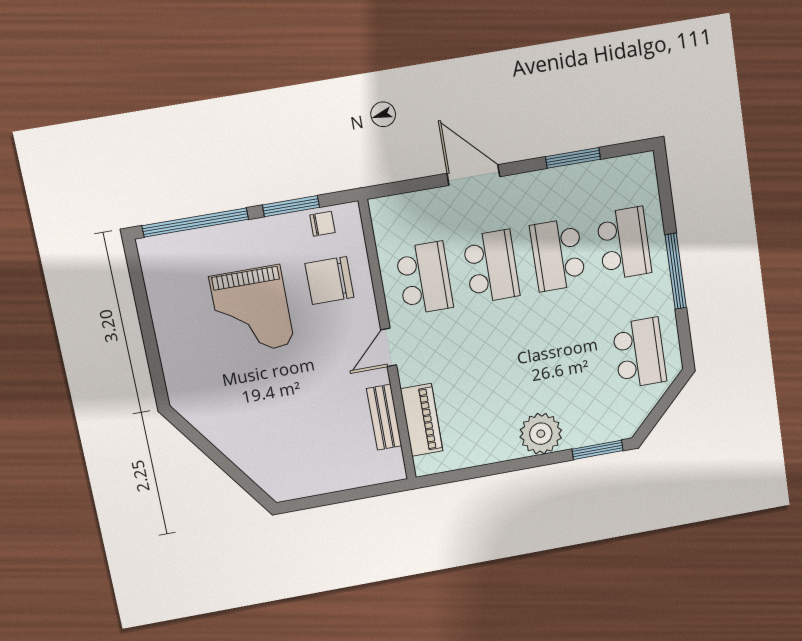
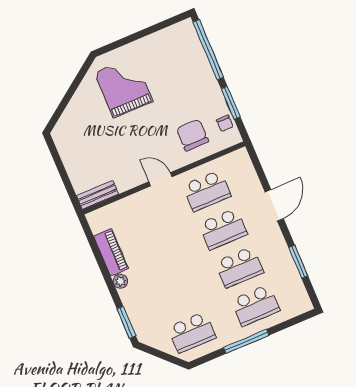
school desk: (558, 255) -> (239, 267), turned 180
grand piano: (252, 311) -> (124, 87), moved, turned 90
bench: (384, 417) -> (98, 195), moved
piano: (422, 420) -> (111, 252), moved, turned -90
plant: (541, 434) -> (120, 281), width x0.53, depth x0.53

